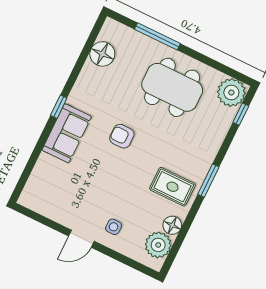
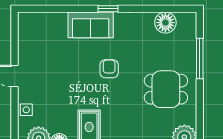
dining table: (172, 87) -> (166, 89), width x0.73
side table: (114, 227) -> (26, 110), moved

